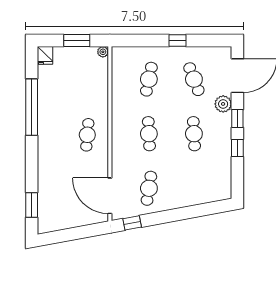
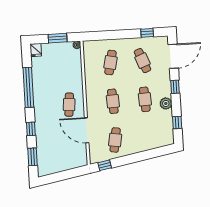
window: (177, 41) -> (147, 33), moved
plant: (223, 104) -> (166, 103), moved
window: (237, 148) -> (177, 123), moved
window: (32, 166) -> (31, 129), added
door: (110, 196) -> (87, 130), moved

